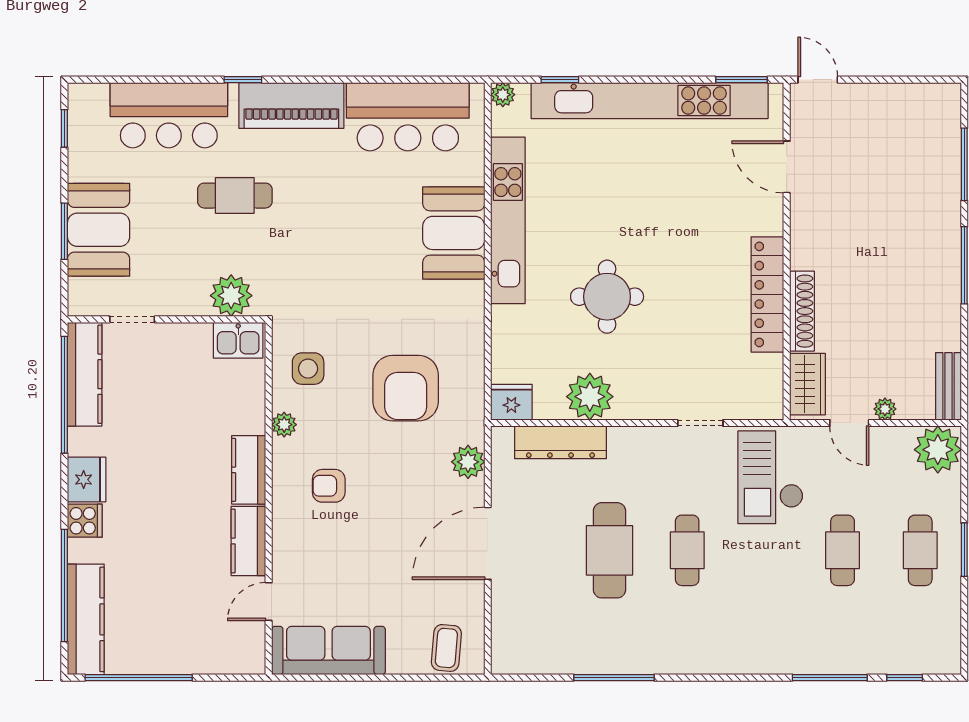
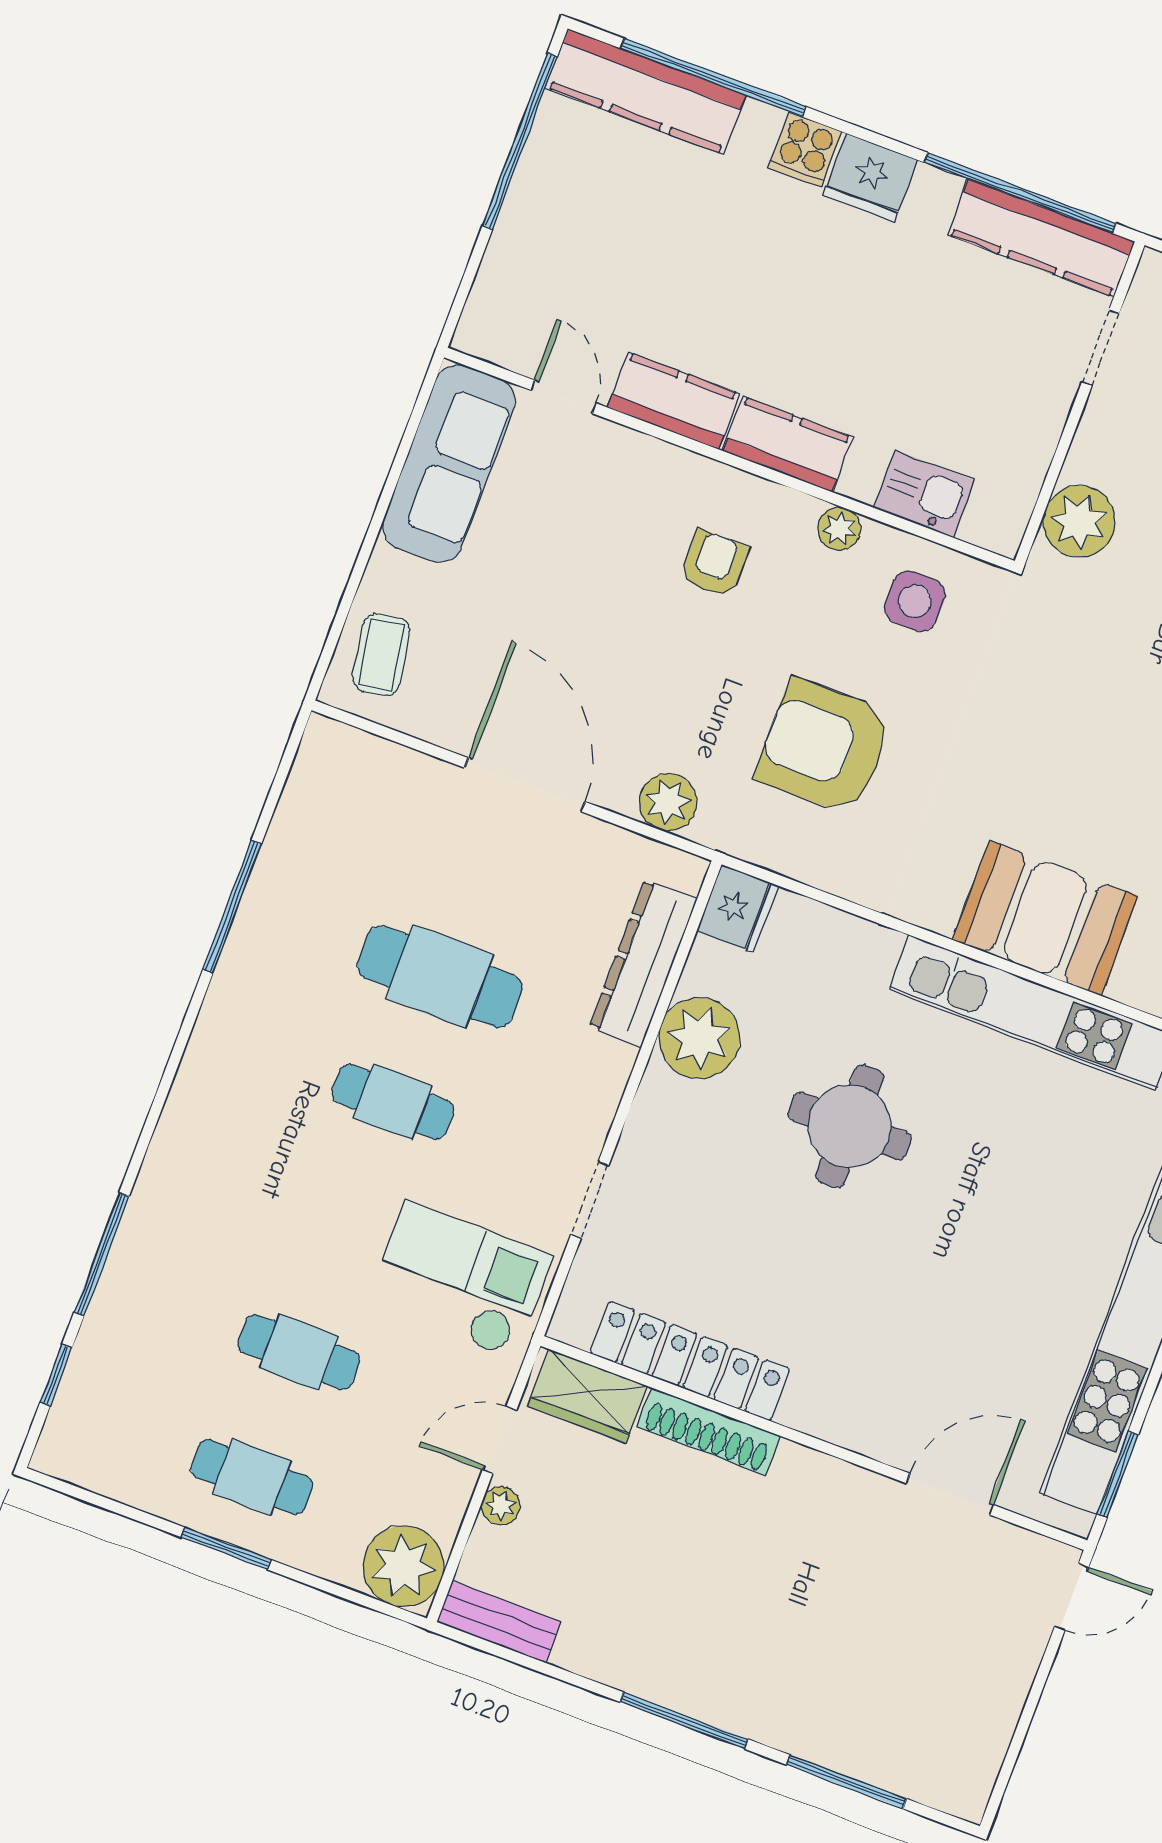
locker: (767, 294) -> (690, 1361), moved
kitchen sink: (238, 340) -> (924, 494), moved, turned 90
coffee table: (446, 648) -> (381, 655), turned 75

